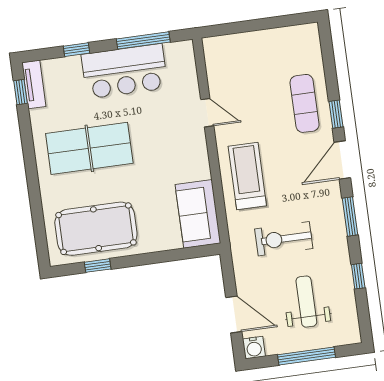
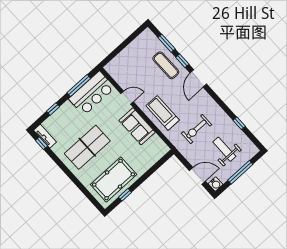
bar counter: (125, 71) -> (92, 93), moved
sofa: (198, 214) -> (137, 126), moved
window: (350, 216) -> (166, 43), moved

